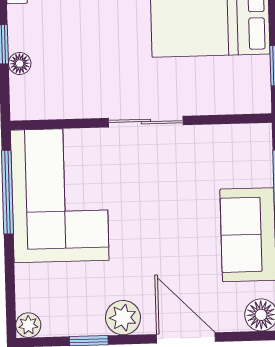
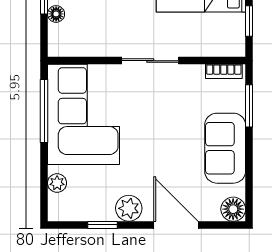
bookcase: (244, 133) -> (224, 71), added
plant: (28, 325) -> (57, 183), moved

